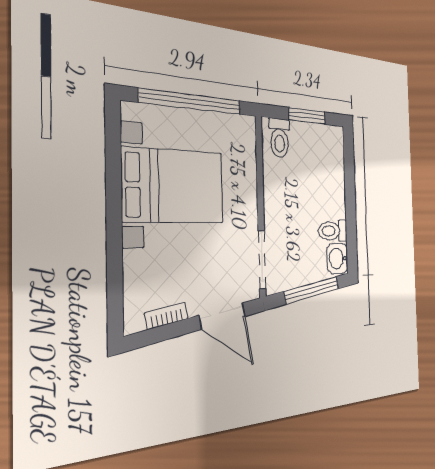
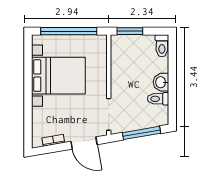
window: (307, 116) -> (130, 31), moved
toilet: (280, 138) -> (162, 46), moved
washbasin: (338, 258) -> (161, 82), moved

